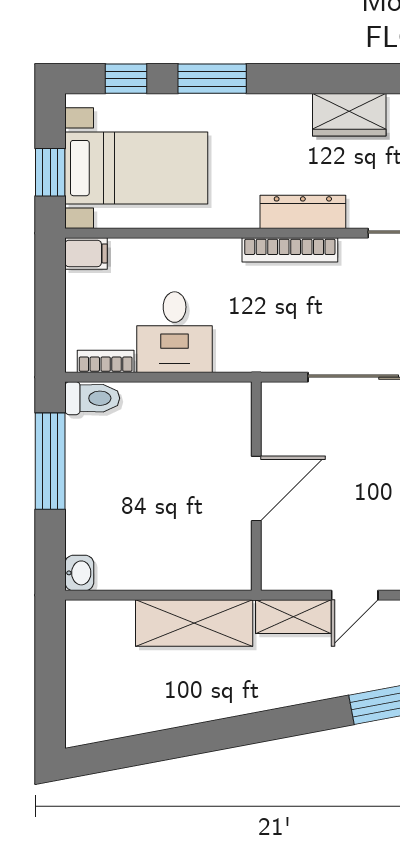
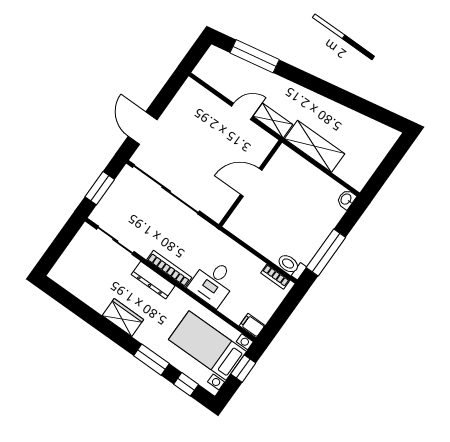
wardrobe: (349, 115) -> (123, 317), moved
desk: (175, 332) -> (213, 283), moved, turned 180

